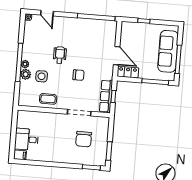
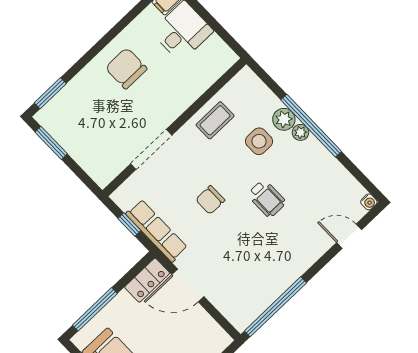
row of seats: (106, 96) -> (157, 231), moved
chair: (84, 139) -> (126, 68), moved

